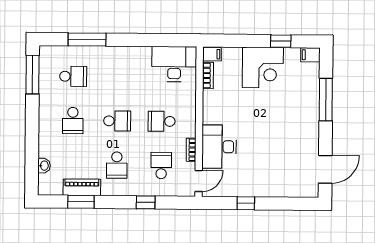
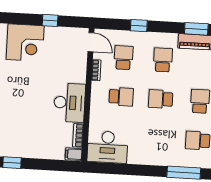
corner desk: (263, 68) -> (25, 43), moved, turned 180
desk: (219, 147) -> (69, 103), moved
school desk: (161, 166) -> (123, 58), turned 180
door: (199, 181) -> (91, 42), swing flipped

